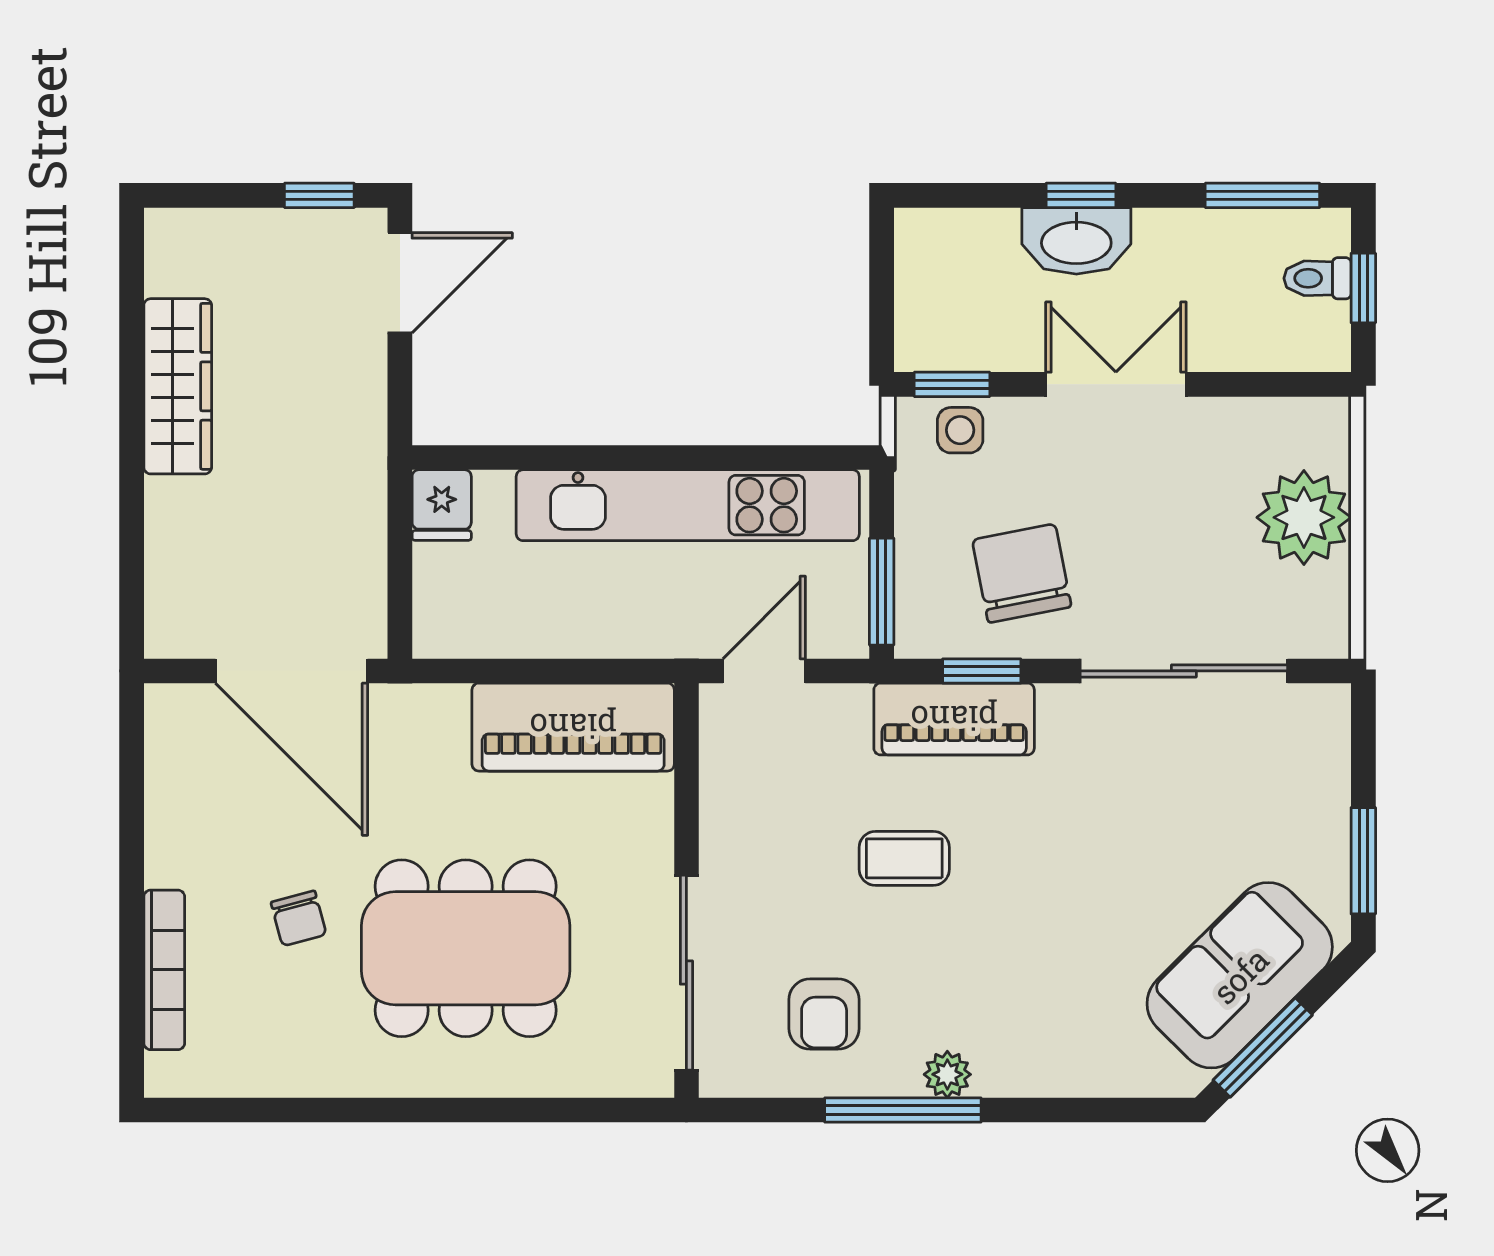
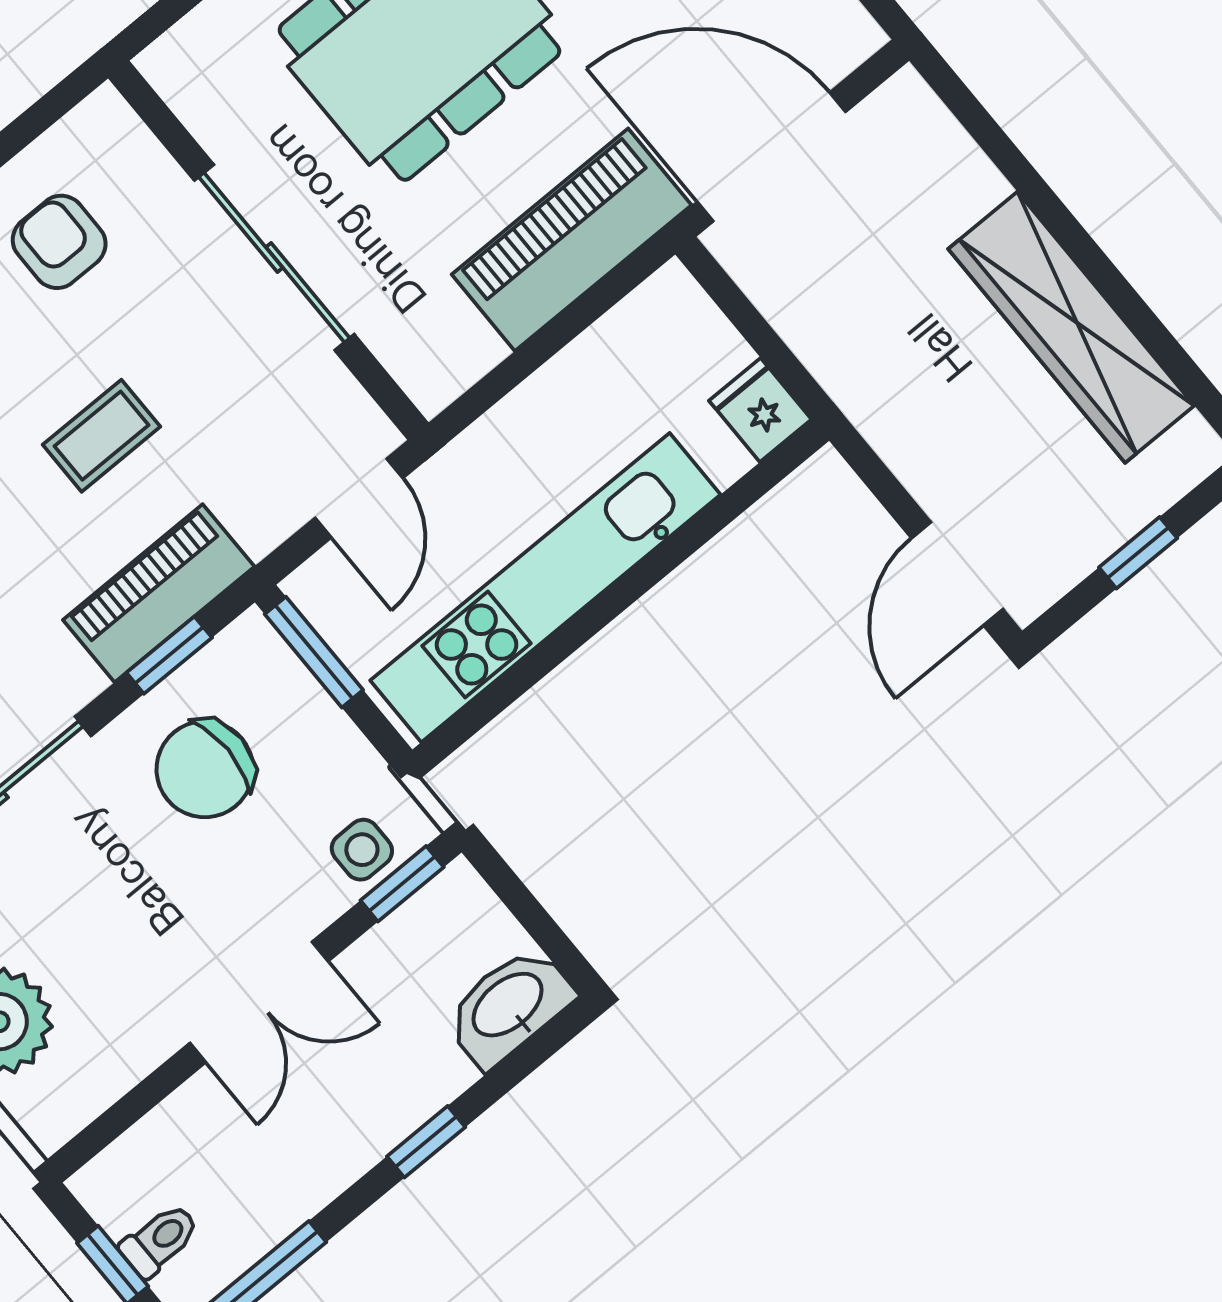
window: (319, 195) -> (1138, 553), moved
washbasin: (1076, 241) -> (509, 1006), moved
wardrobe: (178, 386) -> (1071, 327), width x1.40, depth x1.17
chair: (1022, 573) -> (205, 769), turned 101
piano: (573, 727) -> (572, 240), moved
sliding door: (686, 973) -> (274, 257), moved

